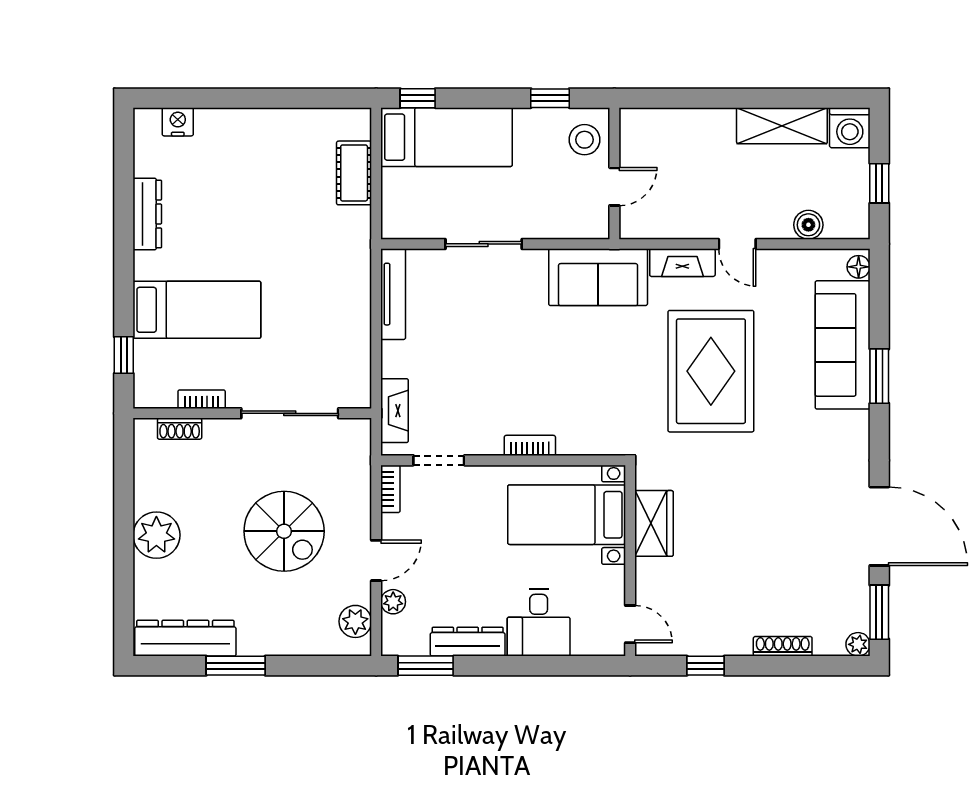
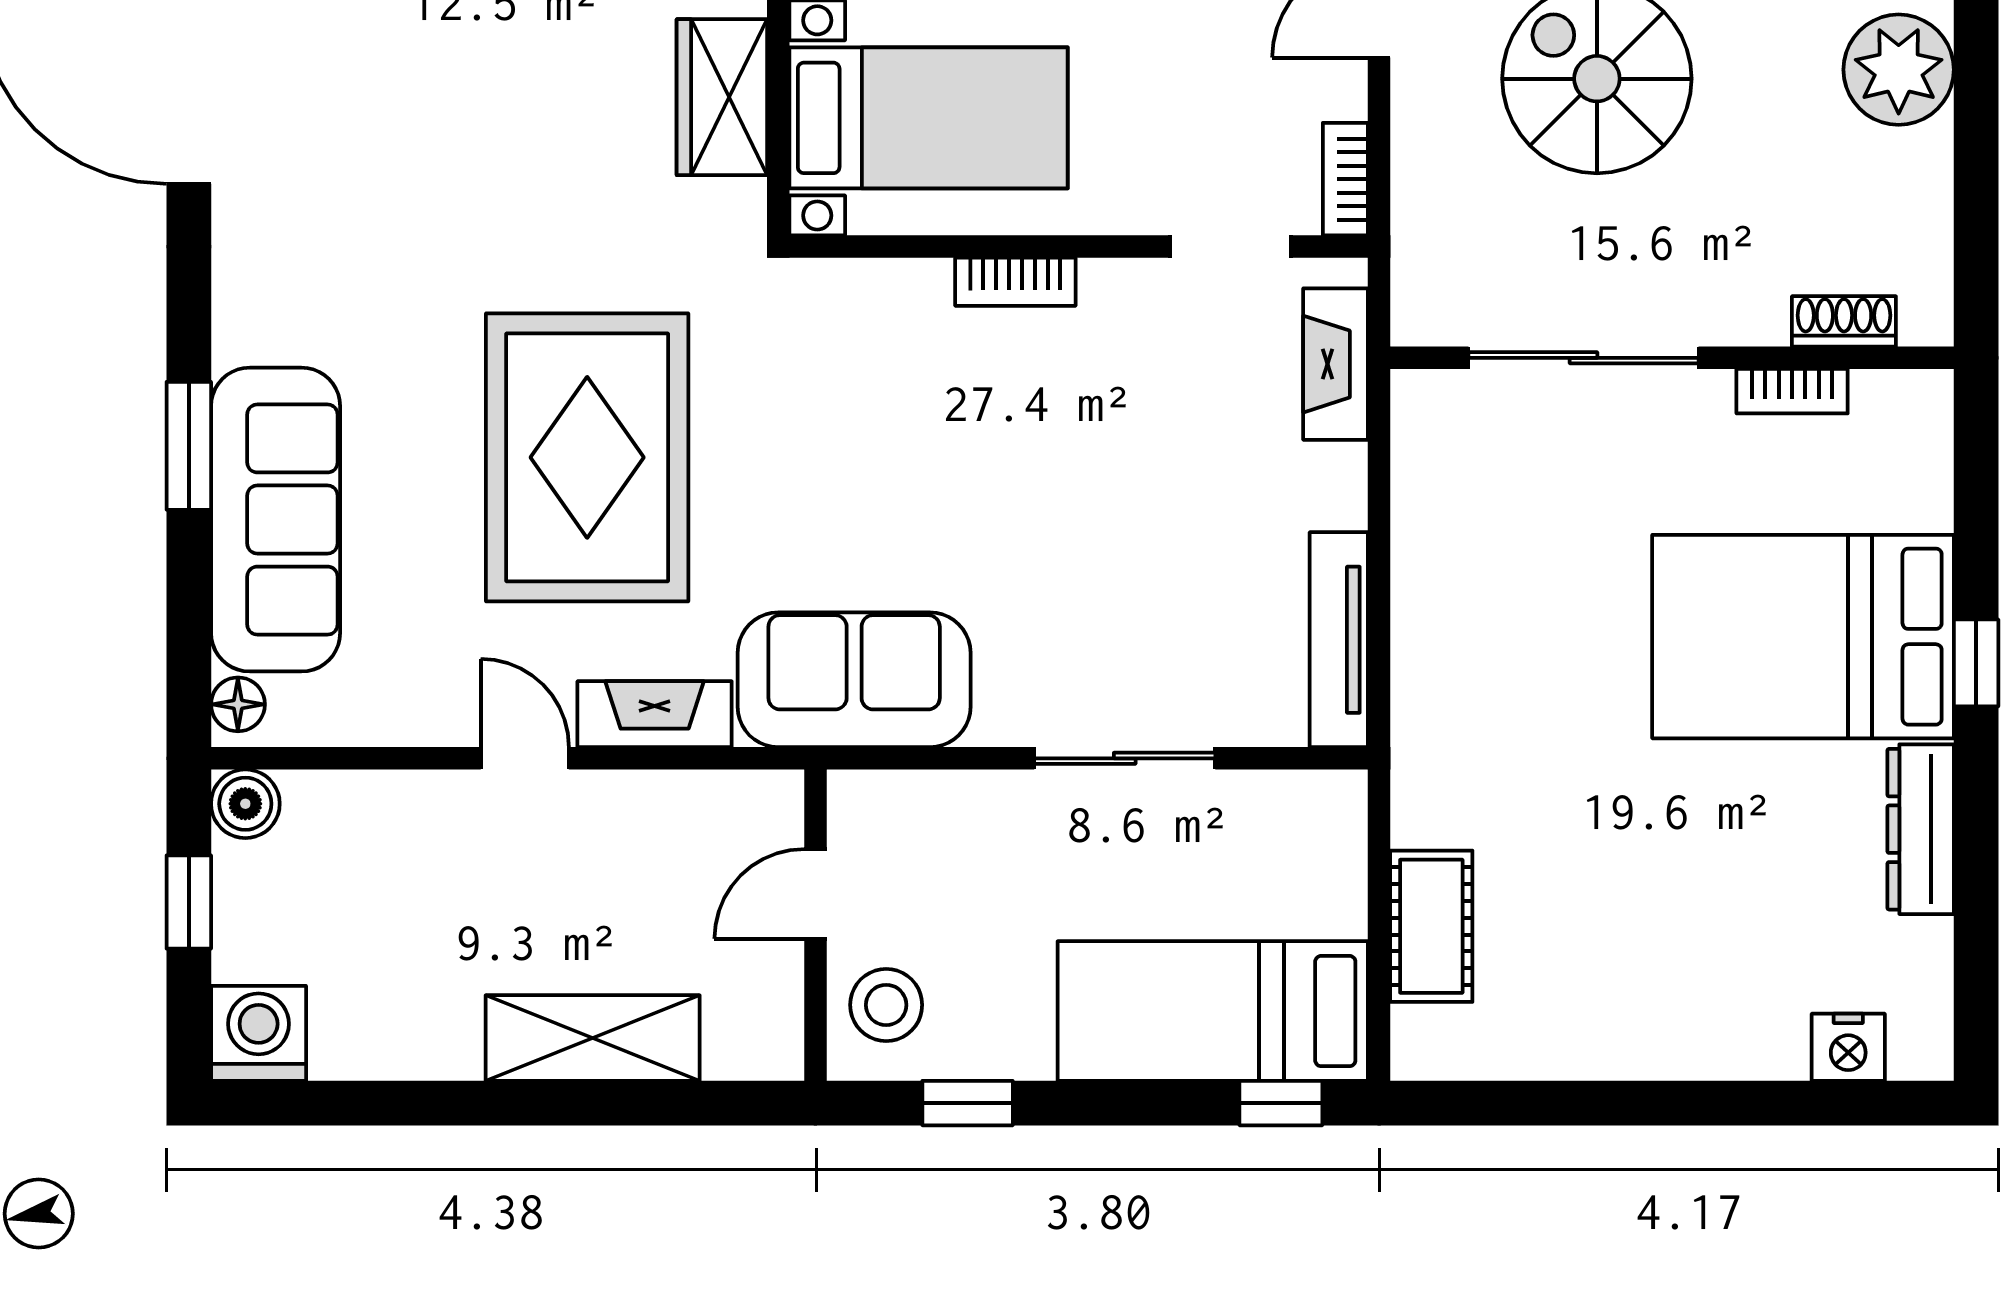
shelving: (782, 126) -> (593, 1038), moved
boiler: (808, 225) -> (245, 804), moved
bed: (197, 310) -> (1803, 637), width x1.50
window: (124, 355) -> (1976, 663), moved

